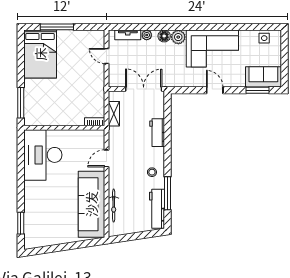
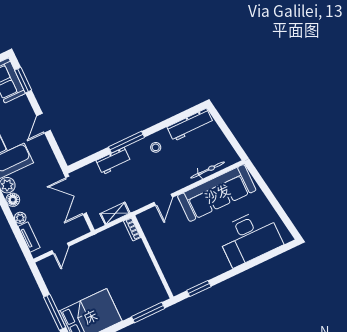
desk: (43, 155) -> (249, 237), moved
door: (107, 158) -> (163, 200), hinge flipped
window: (167, 193) -> (127, 142), moved
window: (21, 223) -> (199, 289), moved

